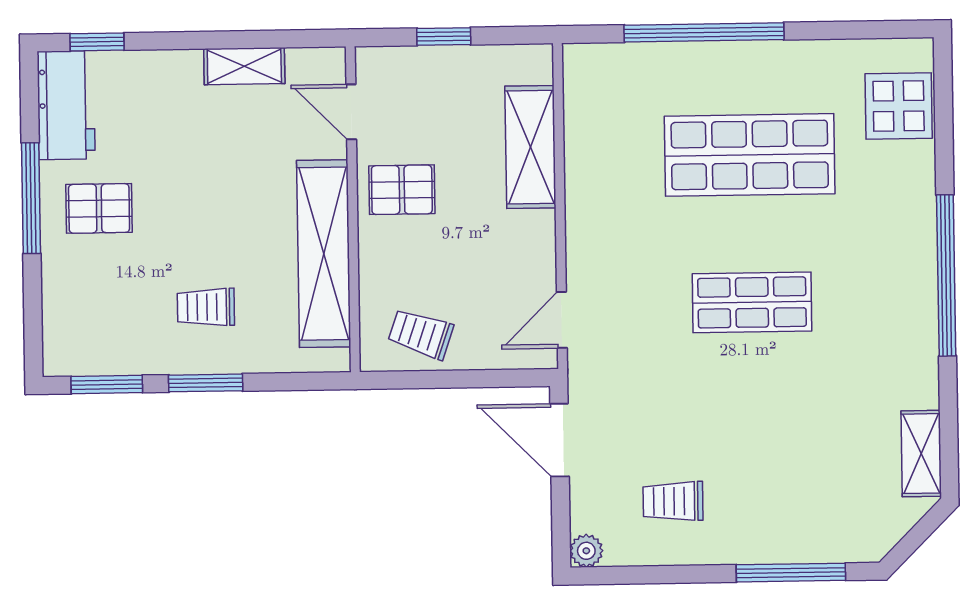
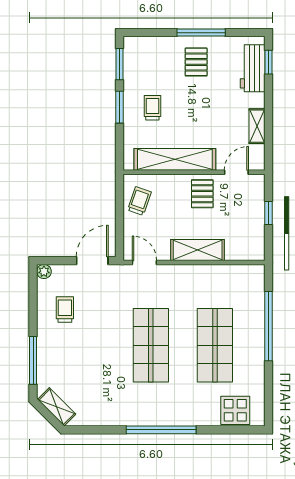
workbench: (66, 105) -> (253, 68), moved, turned 90
shelving: (530, 147) -> (198, 250), moved
shop shelf: (752, 302) -> (151, 345), width x1.43, depth x1.36
shelving: (921, 454) -> (57, 407), moved, turned 45

